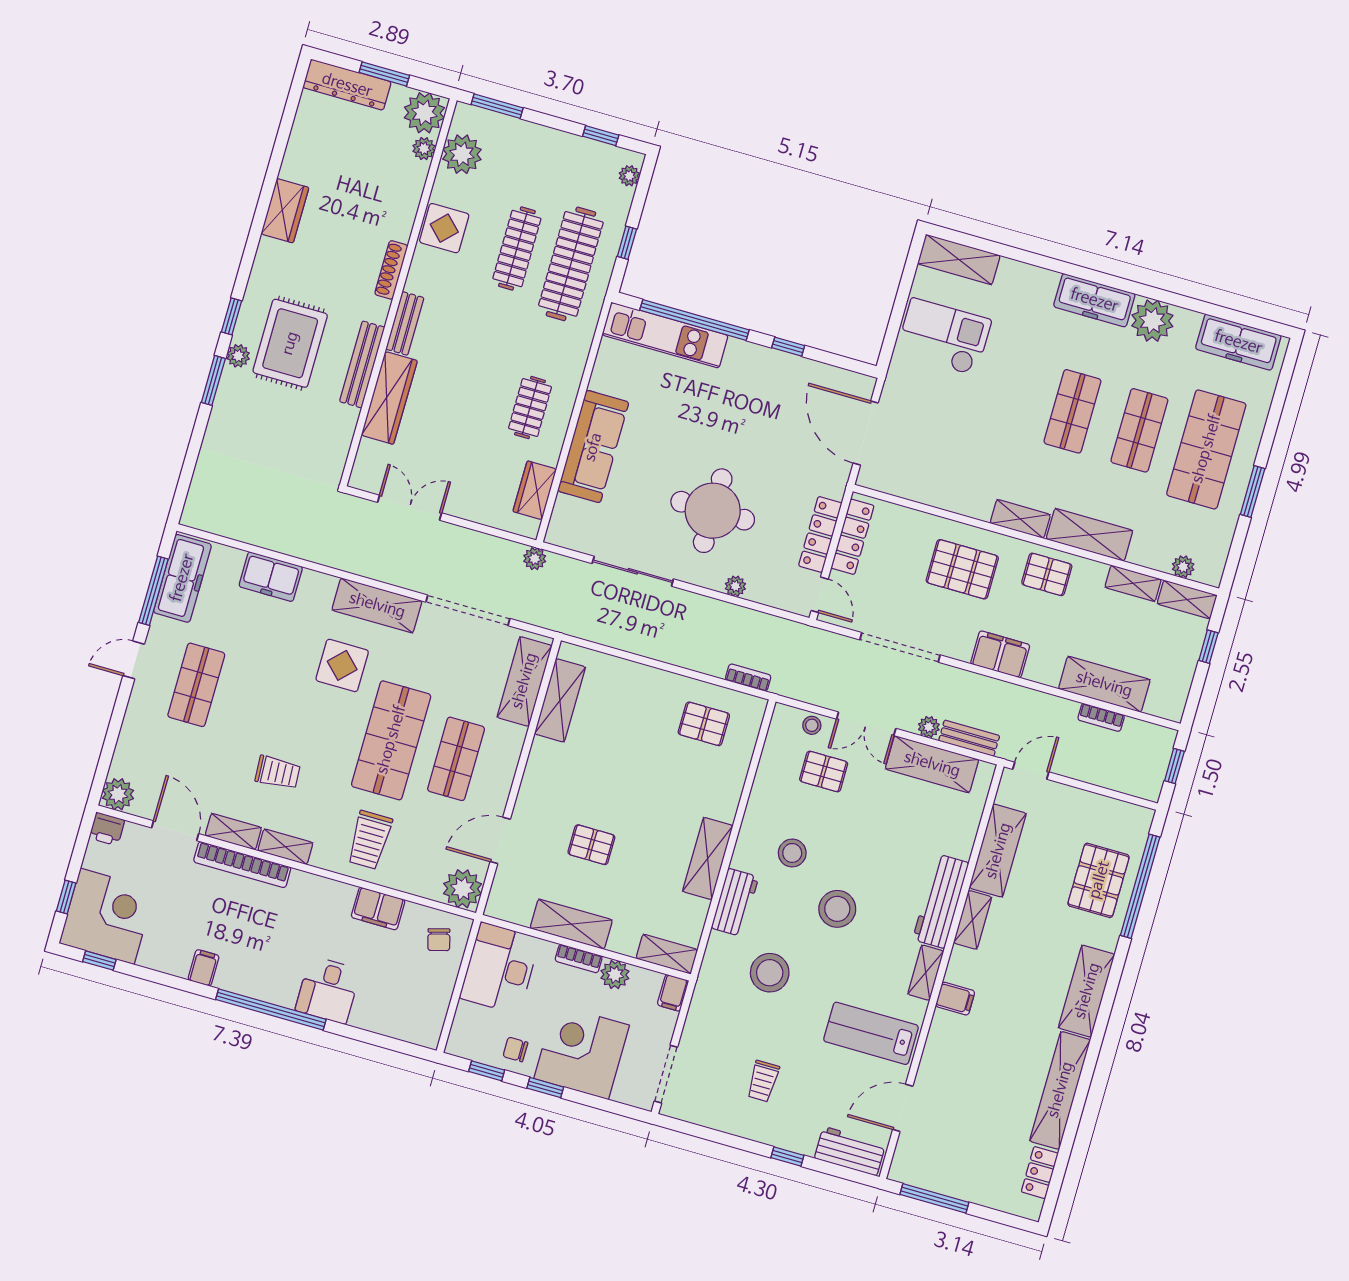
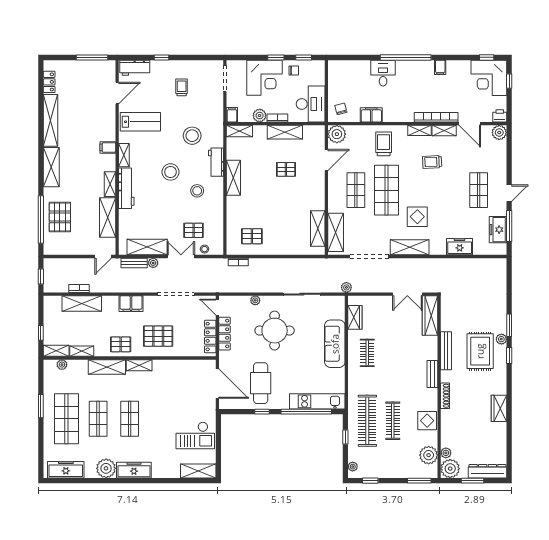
wardrobe: (389, 398) -> (430, 315), moved
cafe table: (774, 408) -> (261, 383), added
freezer: (182, 578) -> (498, 230), width x0.71

